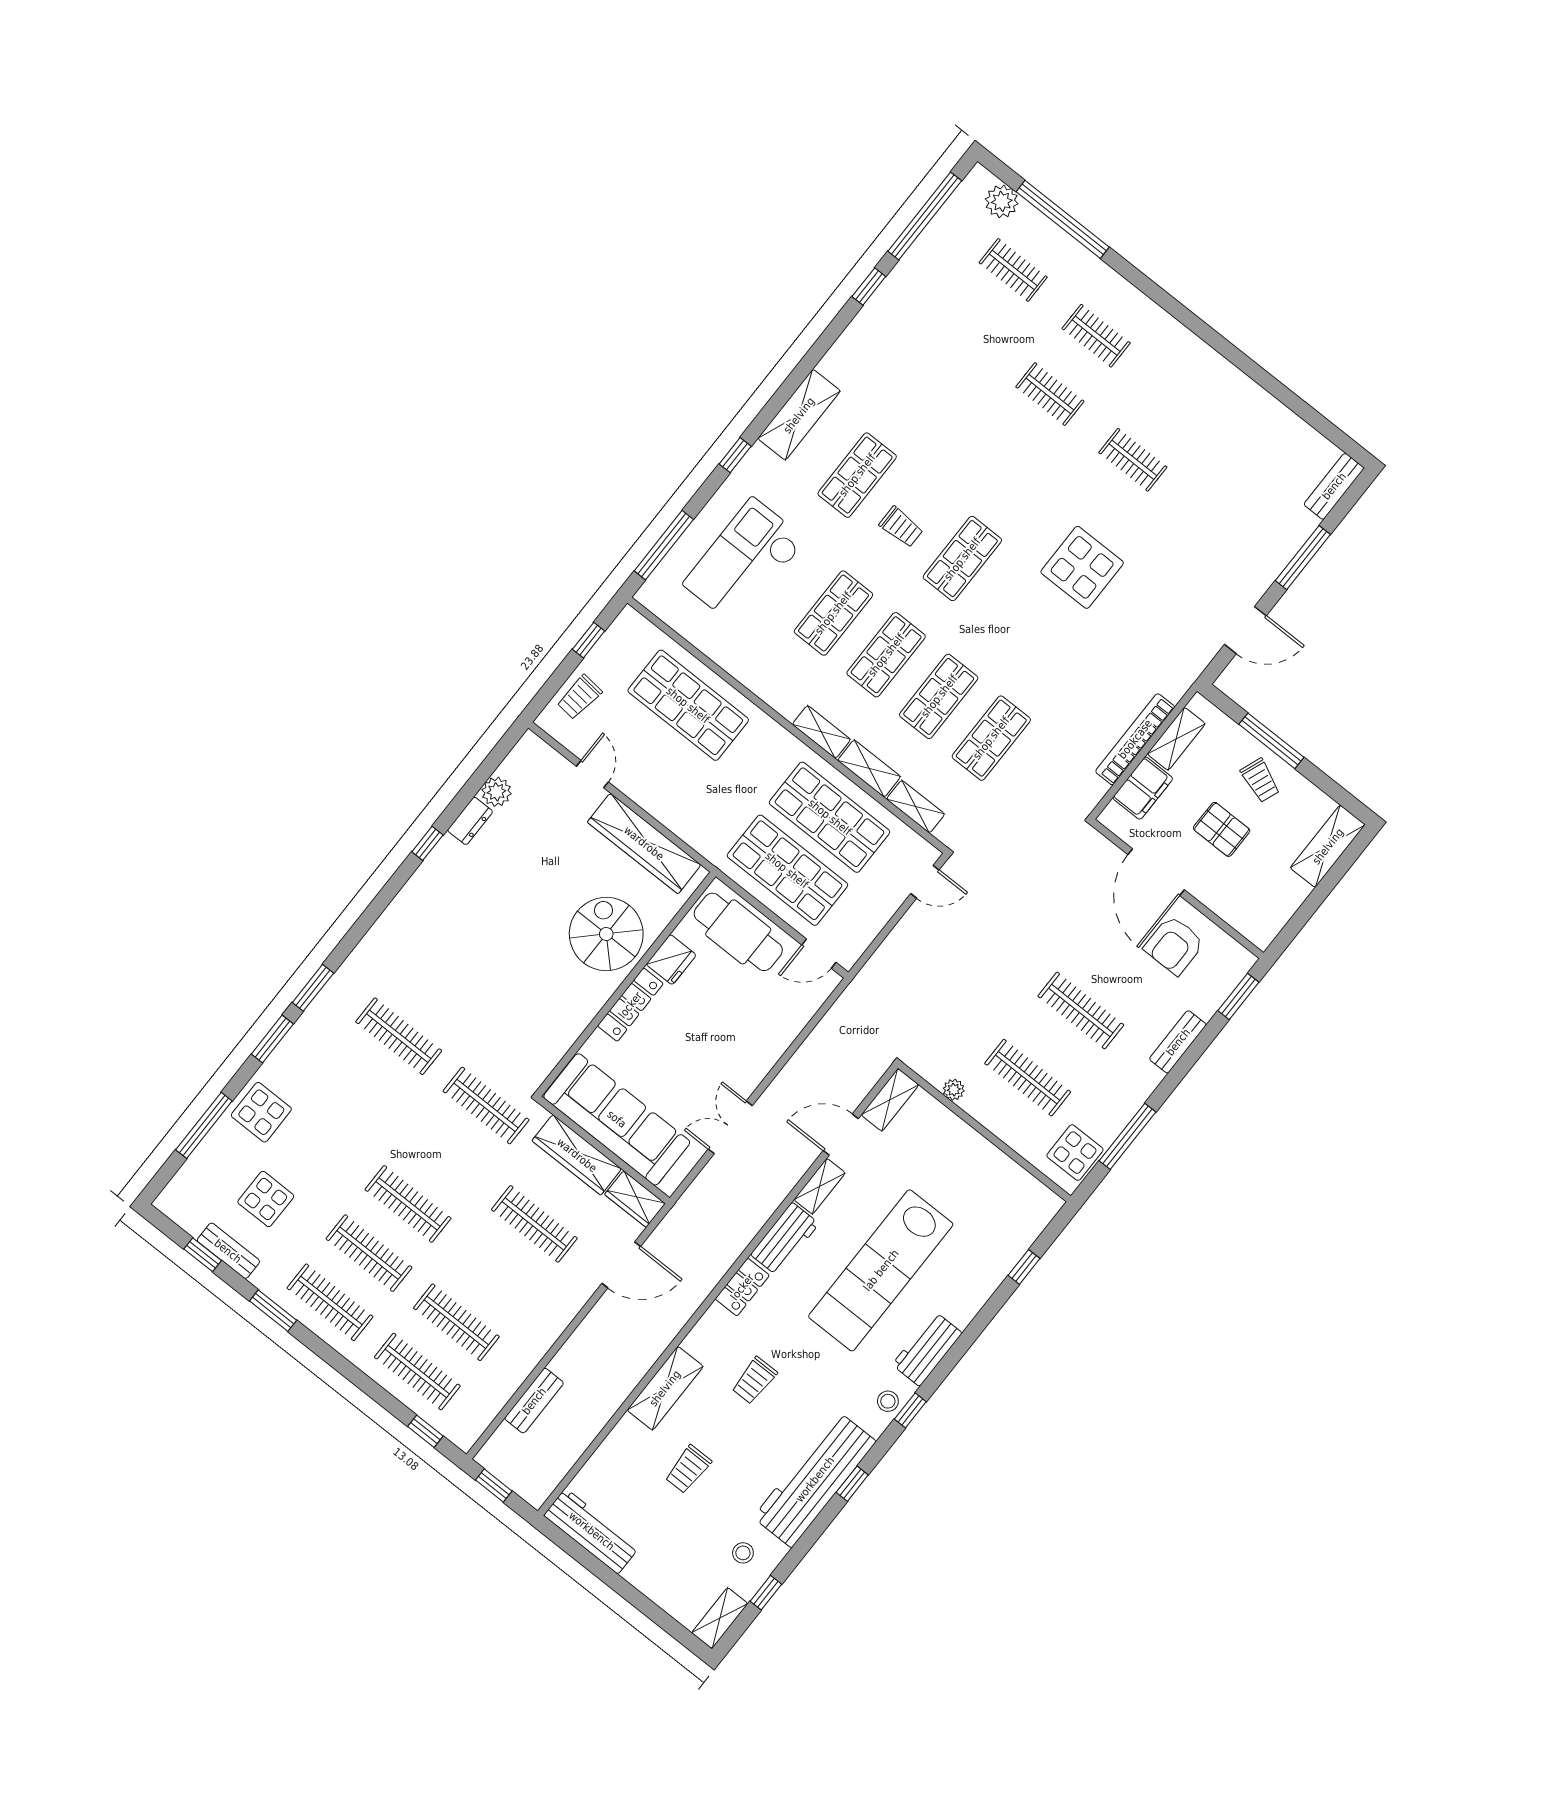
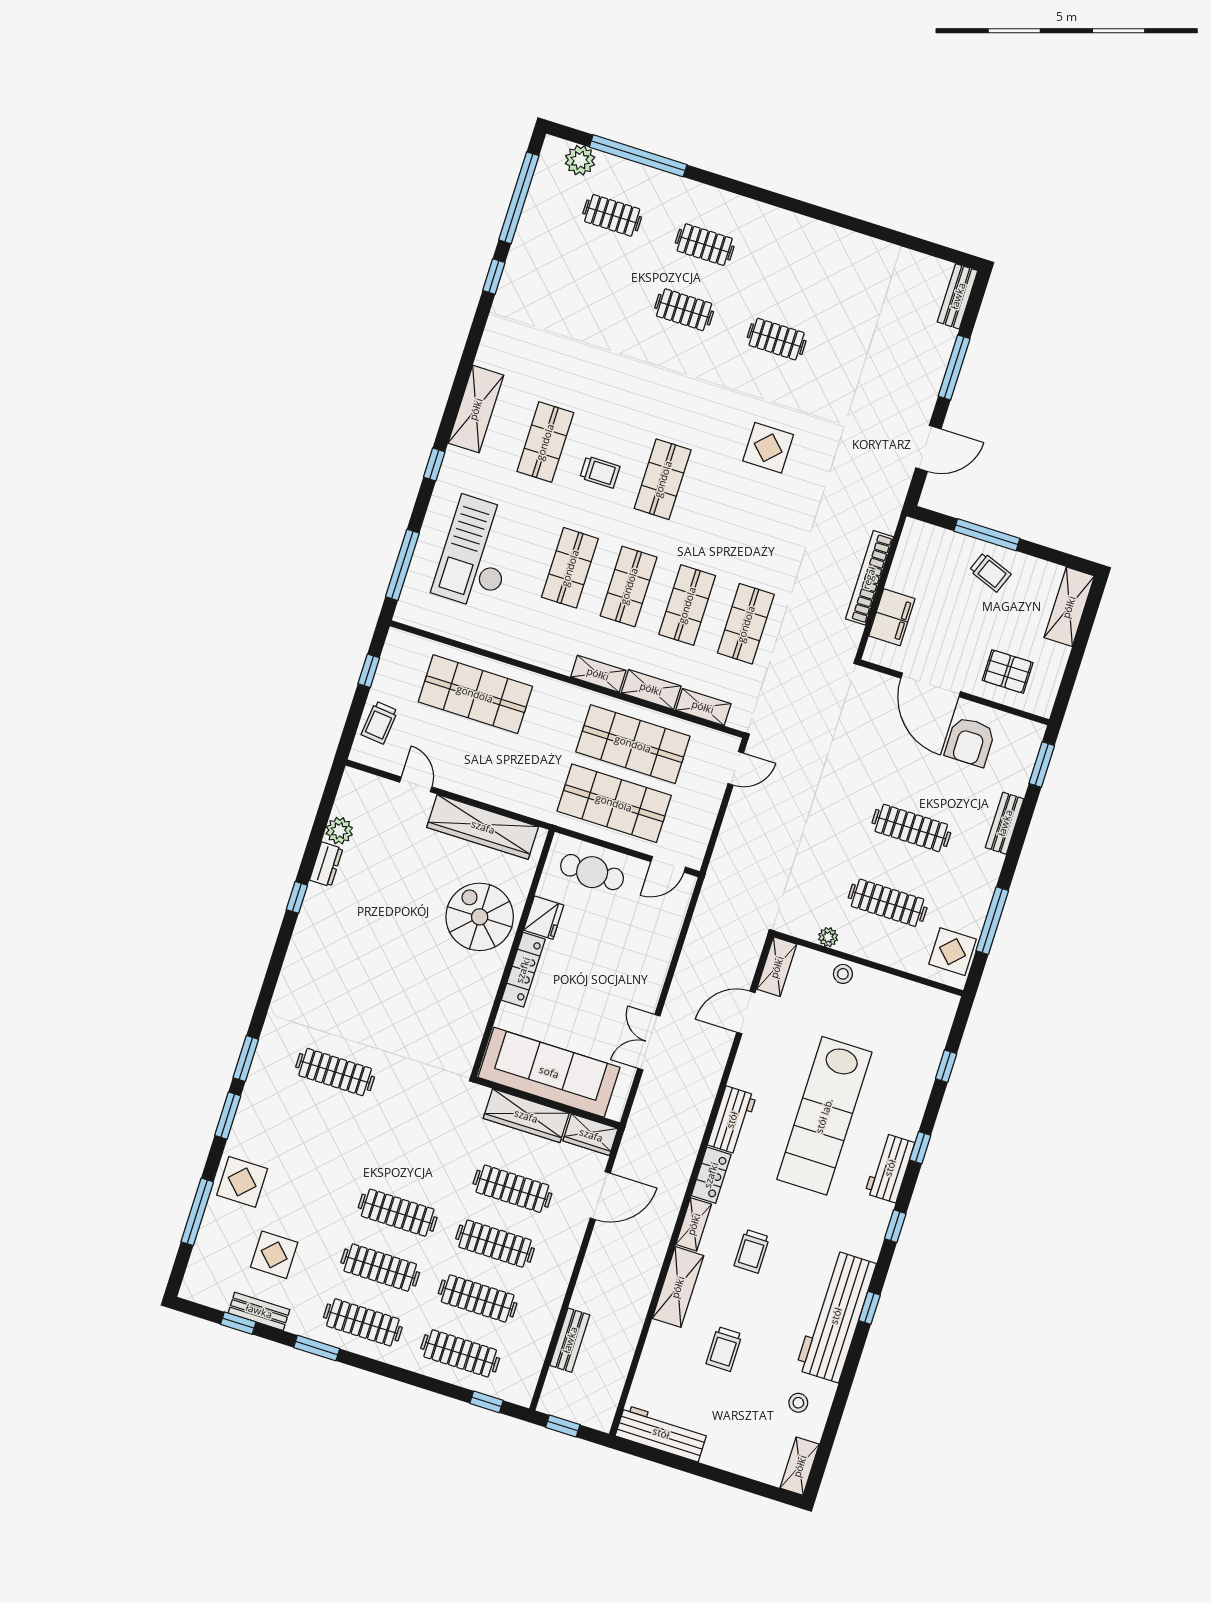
display table: (1082, 567) -> (768, 448), width x0.73, depth x0.73
shelving: (1176, 739) -> (905, 564), removed
pallet: (1222, 829) -> (1008, 671), moved
cafe table: (738, 932) -> (592, 872), width x0.73, depth x0.74
clothes rail: (486, 1105) -> (495, 1244), moved
shelving: (820, 1186) -> (694, 1224), moved
stool: (888, 1401) -> (843, 974), moved
window: (766, 1593) -> (920, 1148), moved

